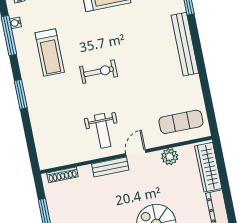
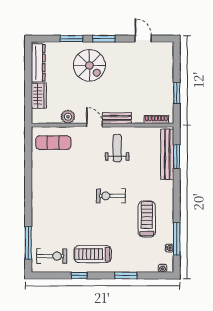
bench: (185, 44) -> (167, 154), moved
window: (21, 94) -> (177, 157), moved
door: (136, 153) -> (94, 125), swing flipped
wardrobe: (208, 167) -> (39, 96), width x0.67

